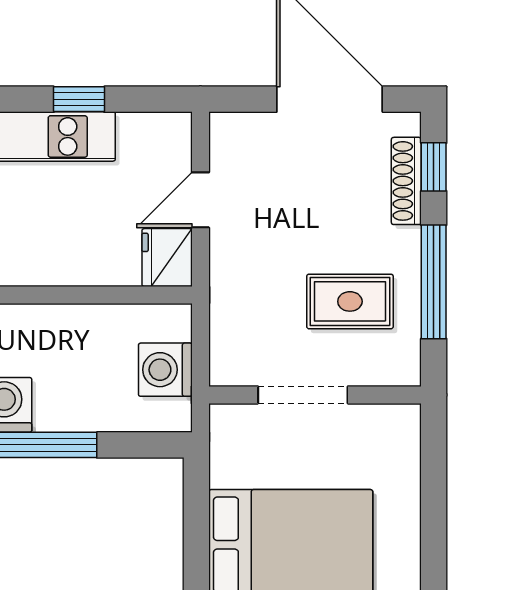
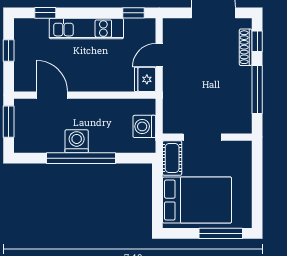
window: (79, 99) -> (134, 13), moved
rug: (350, 301) -> (222, 98), removed
cot: (231, 445) -> (172, 158), added

